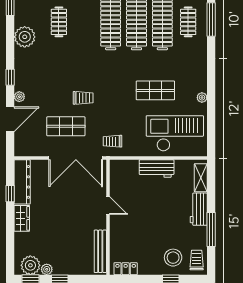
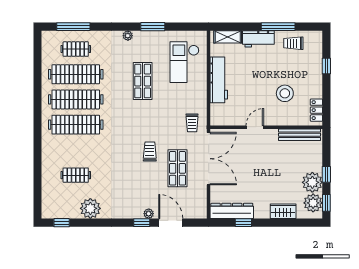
window: (10, 77) -> (142, 223), moved
plant: (202, 98) -> (128, 36), moved
window: (211, 101) -> (153, 27), added
checkout: (175, 133) -> (185, 62), width x0.73, depth x0.83
workbench: (157, 169) -> (219, 80), width x1.37
wardrobe: (22, 218) -> (283, 211), moved
stool: (173, 258) -> (285, 93), moved
trolley: (197, 260) -> (293, 43), moved
plant: (47, 269) -> (312, 182), width x1.88, depth x1.88

